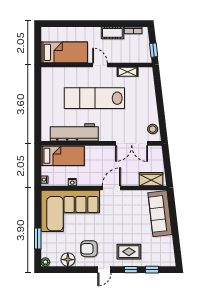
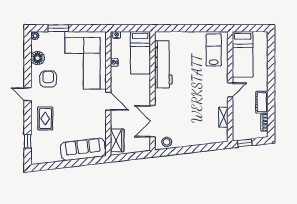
lab bench: (94, 98) -> (214, 50), moved, width x0.54, depth x0.72
window: (131, 270) -> (28, 120), removed

